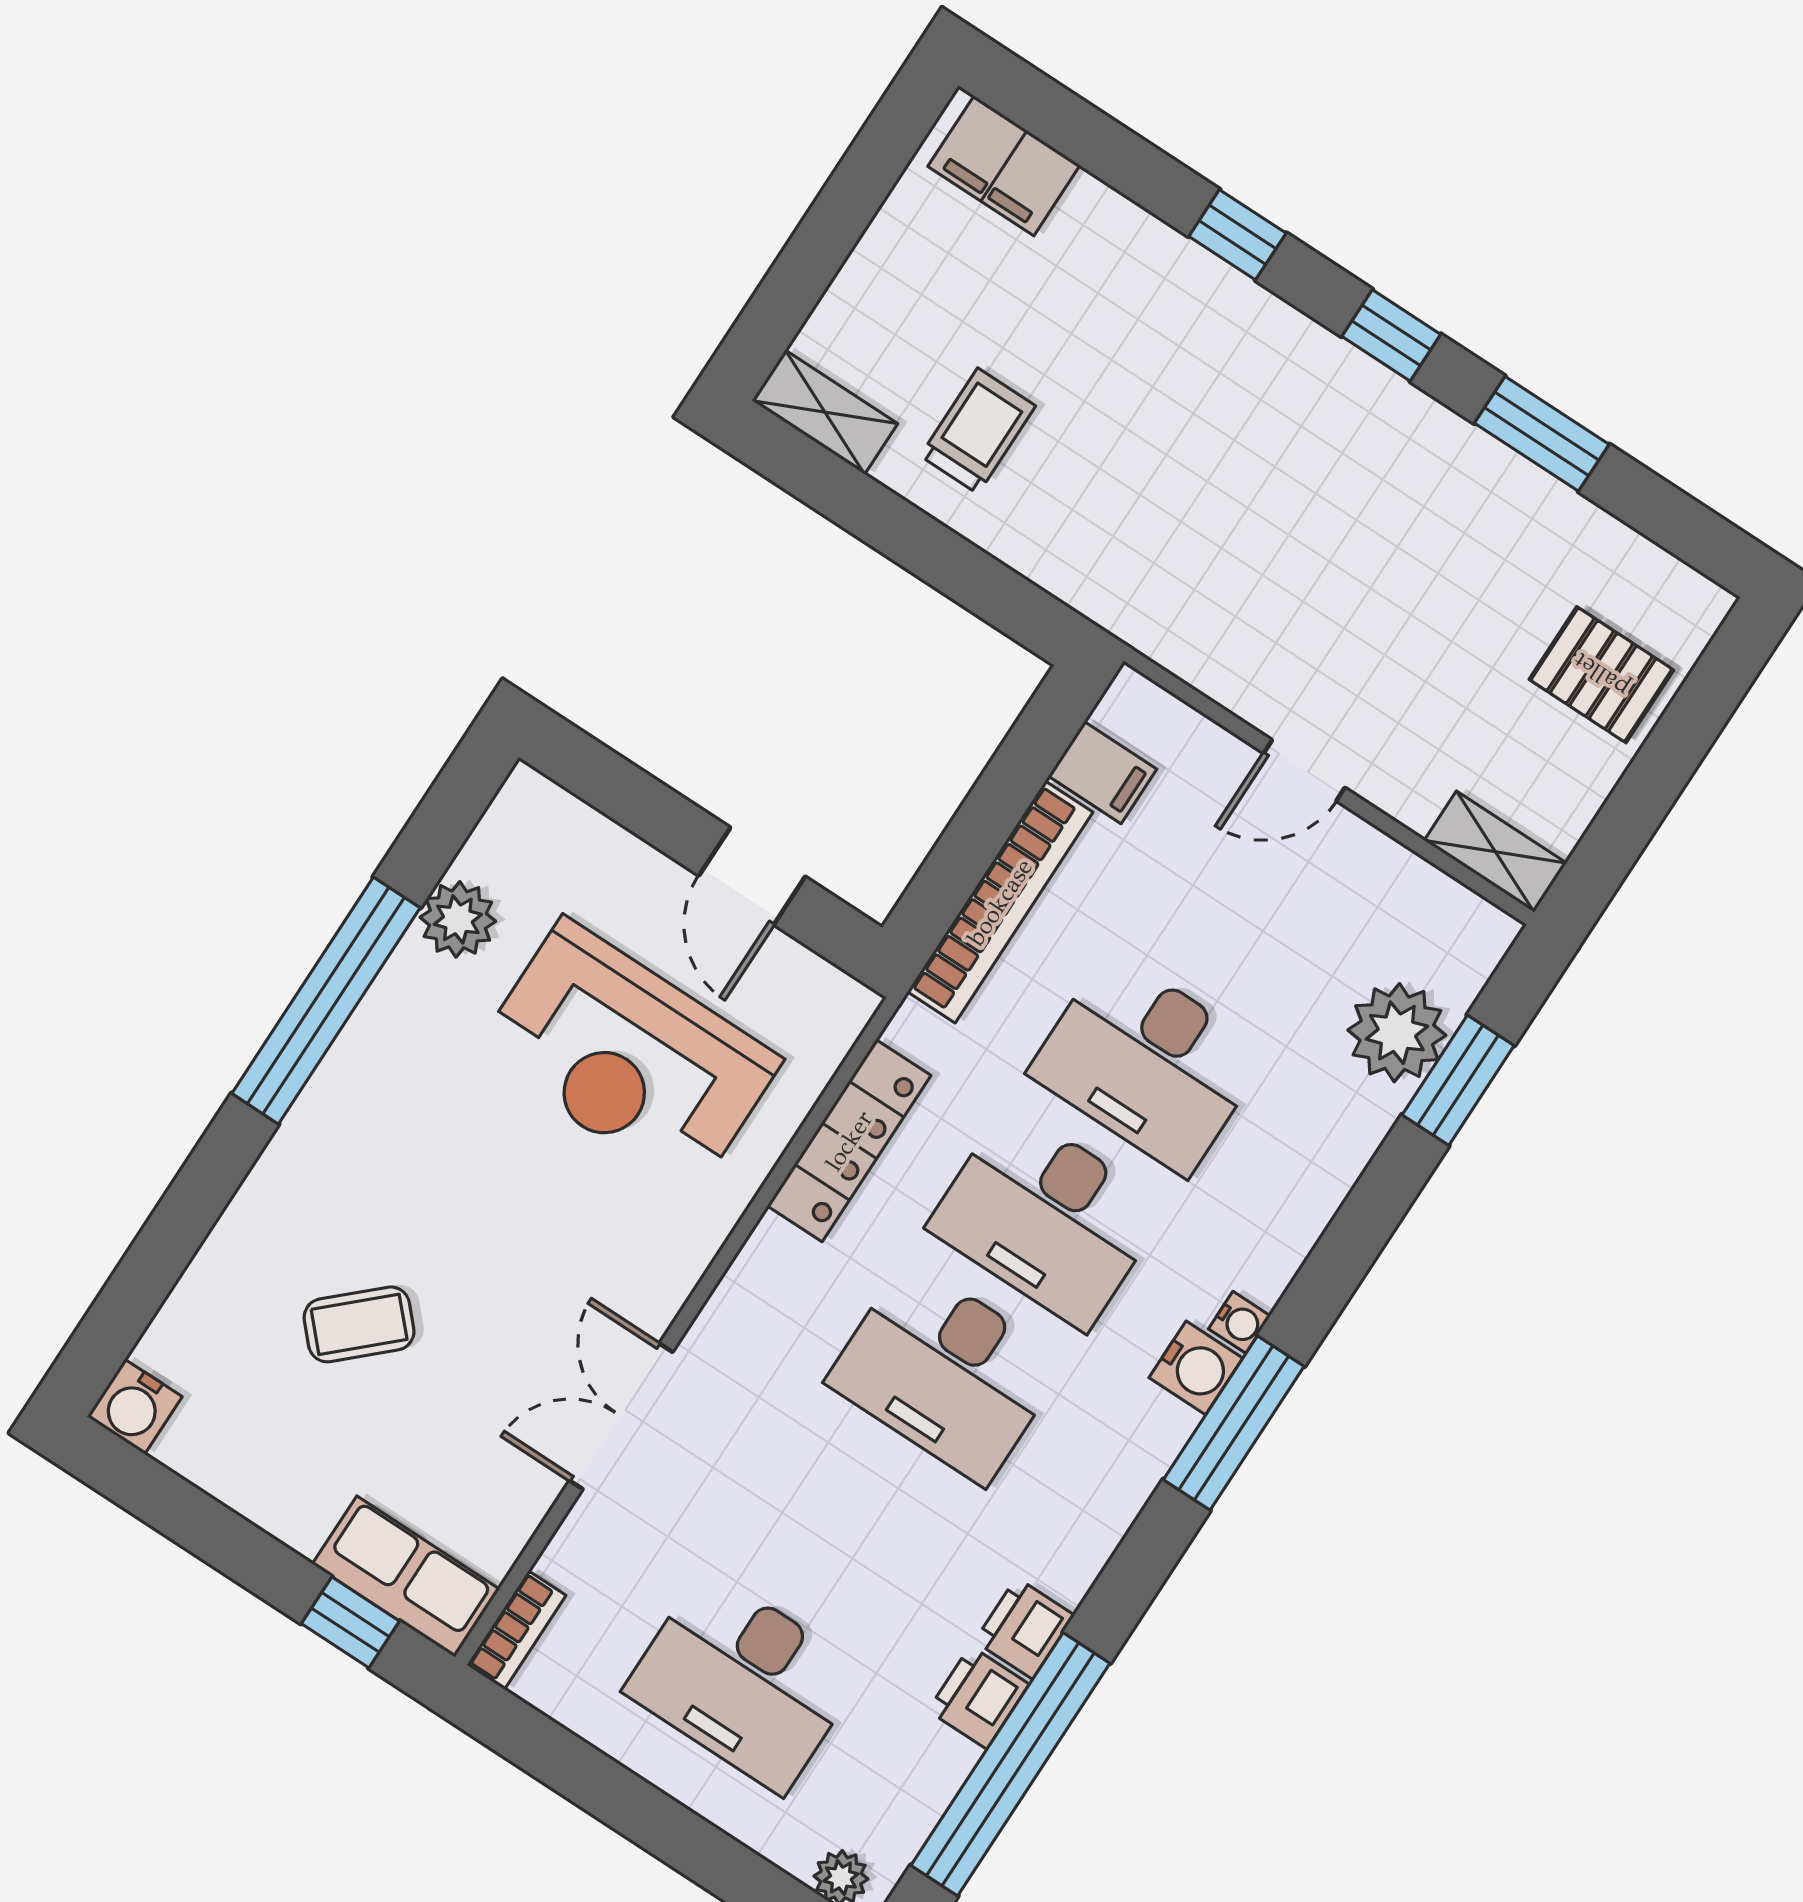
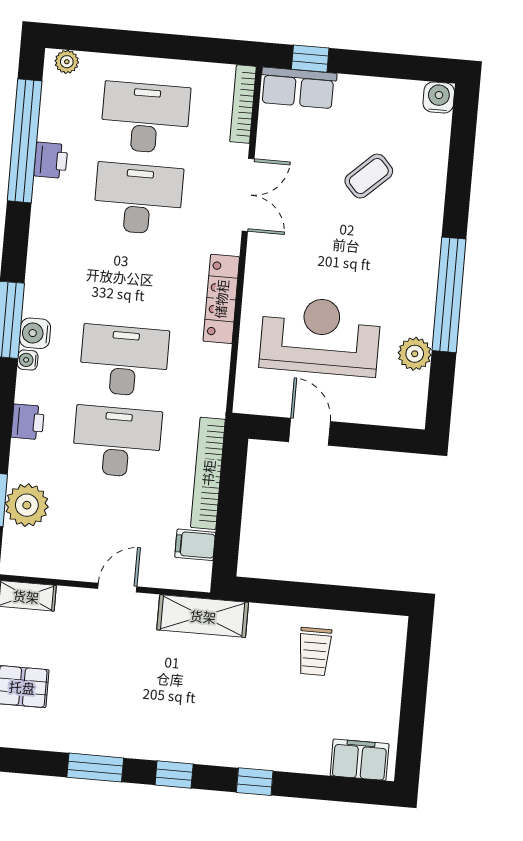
shelving: (825, 412) -> (203, 616), moved, width x1.50, depth x1.33
locker: (849, 1141) -> (221, 299), moved
desk: (946, 1372) -> (138, 199), moved
printer: (1024, 1628) -> (28, 422), moved
bookcase: (516, 1630) -> (243, 104), width x1.56

